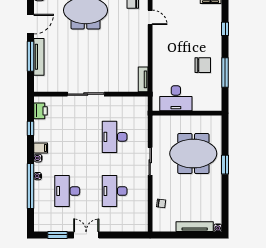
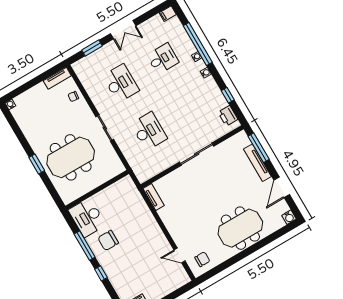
window: (225, 29) -> (101, 273), moved
window: (31, 56) -> (259, 148), moved
desk: (176, 98) -> (87, 217), moved, turned -90
filing cabinet: (41, 148) -> (168, 14), moved
desk: (67, 191) -> (163, 59), width x0.73
tv unit: (195, 227) -> (57, 78), moved, width x0.71
window: (57, 235) -> (92, 48), moved

